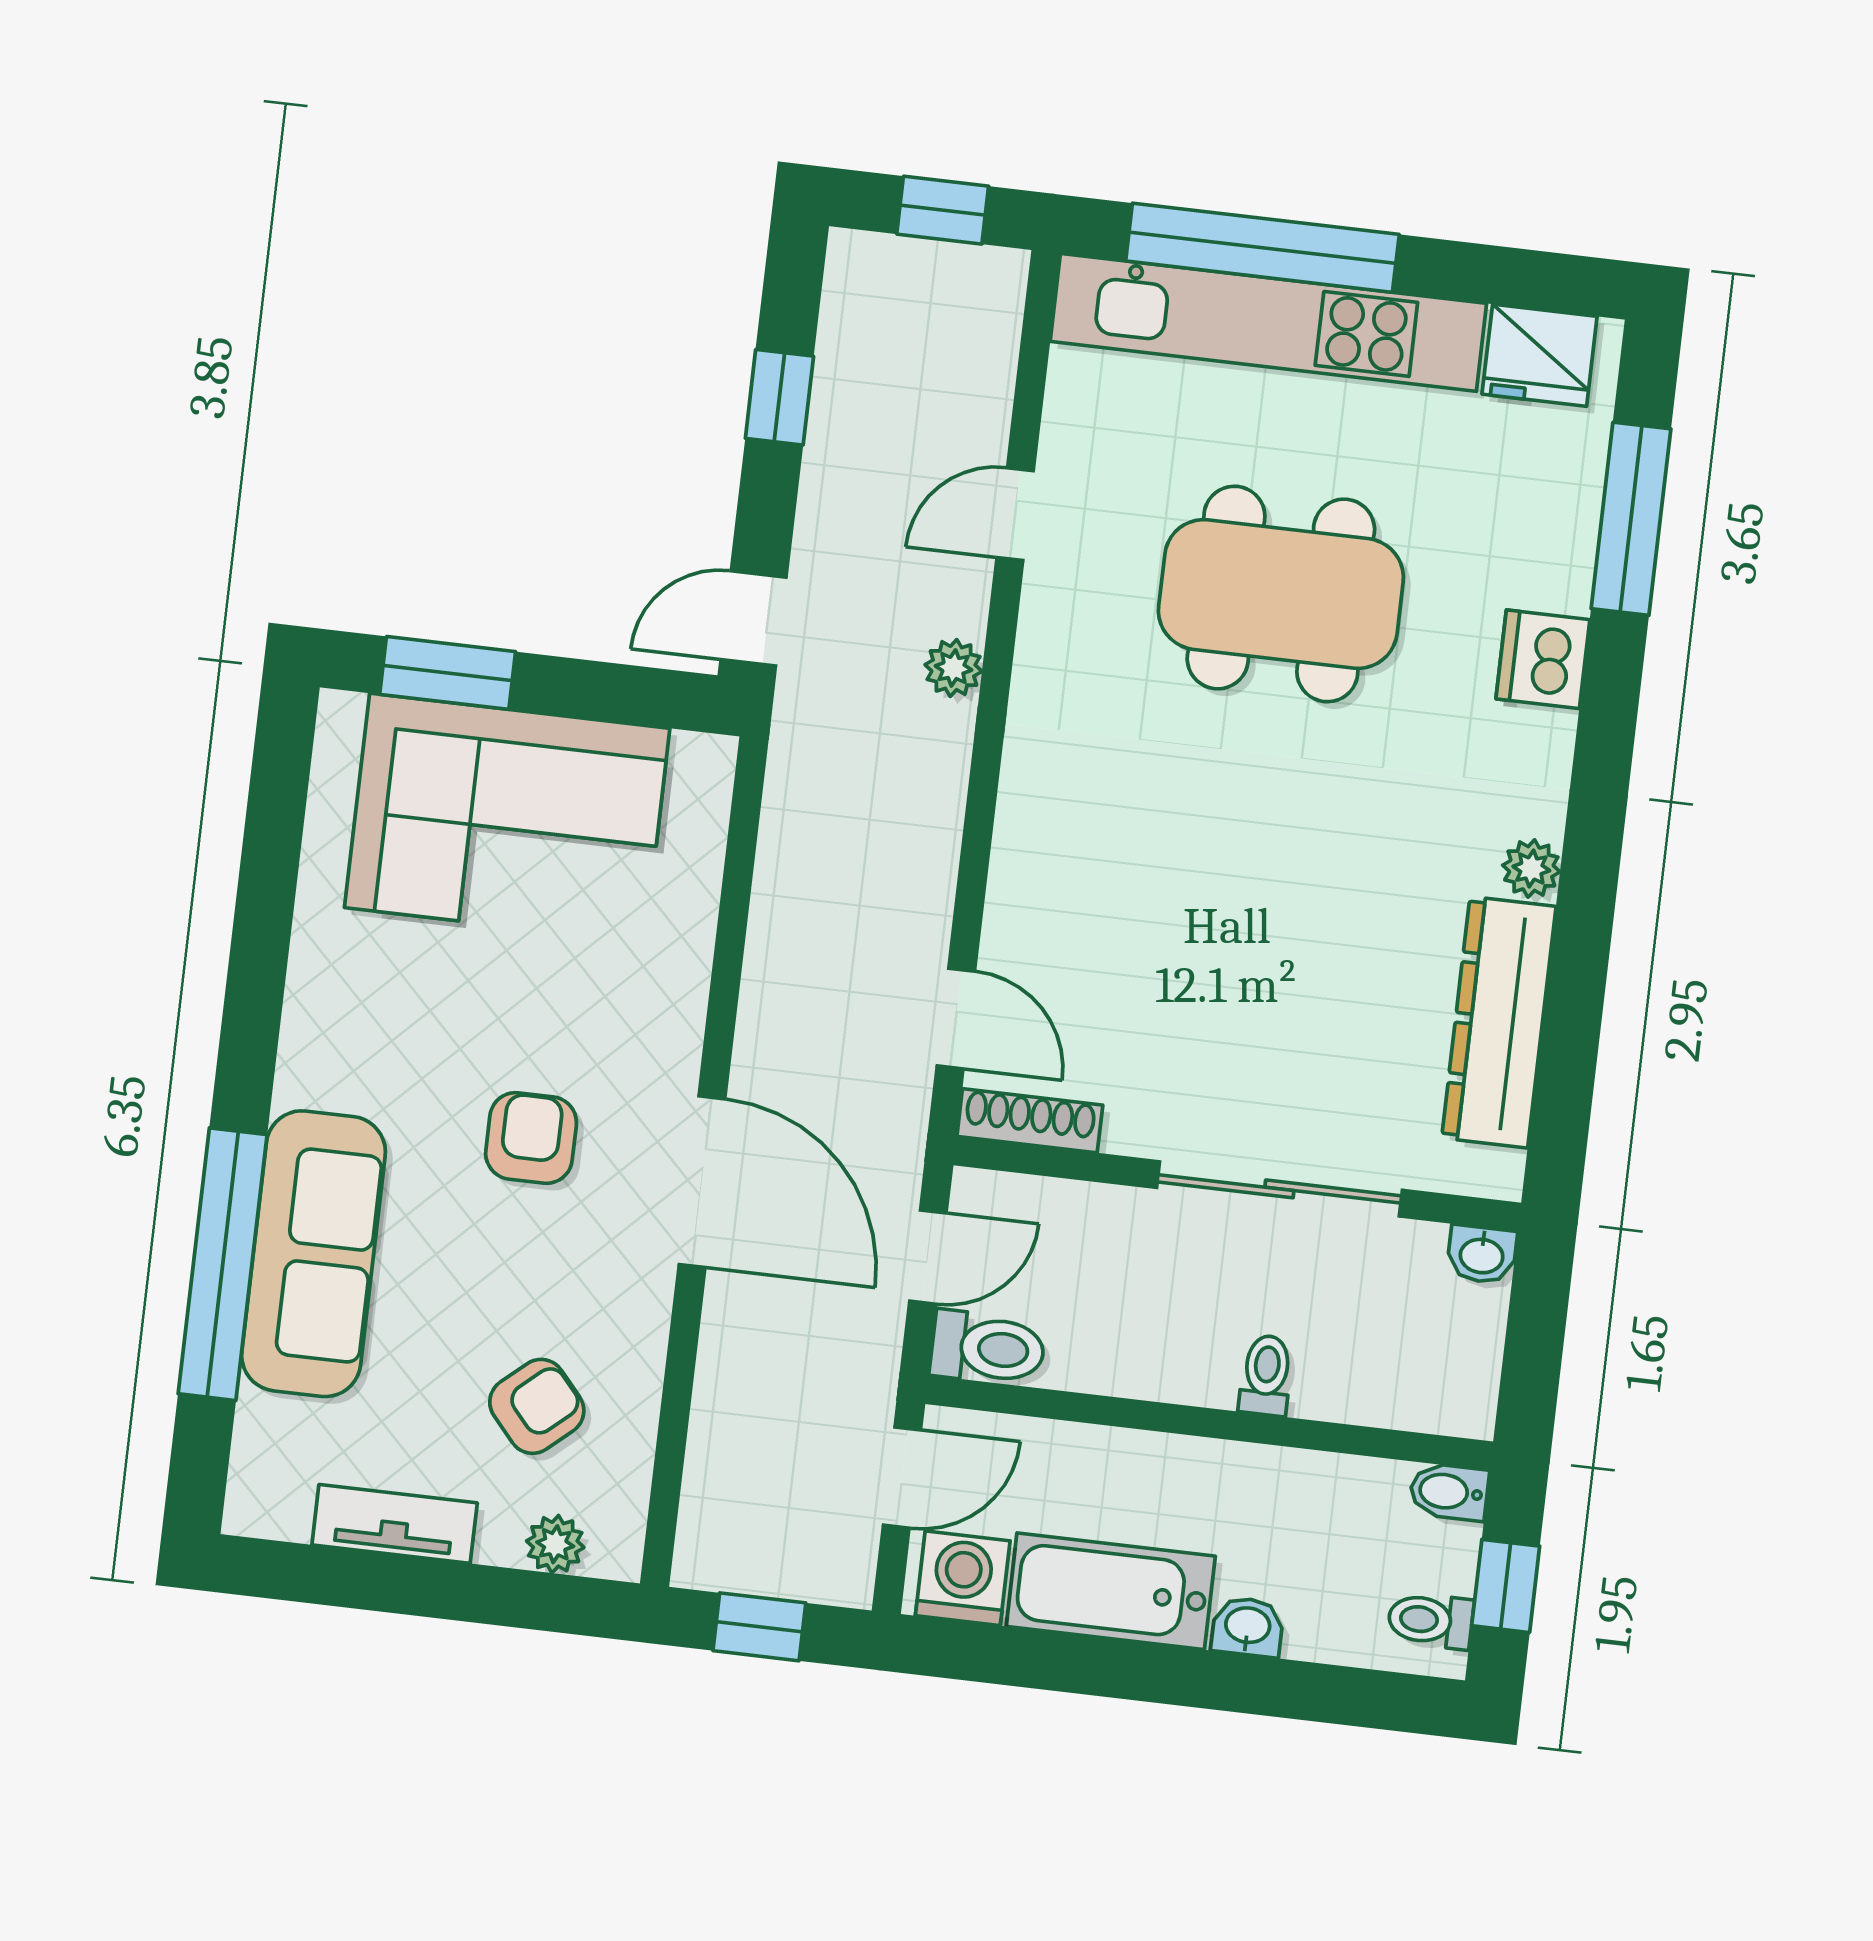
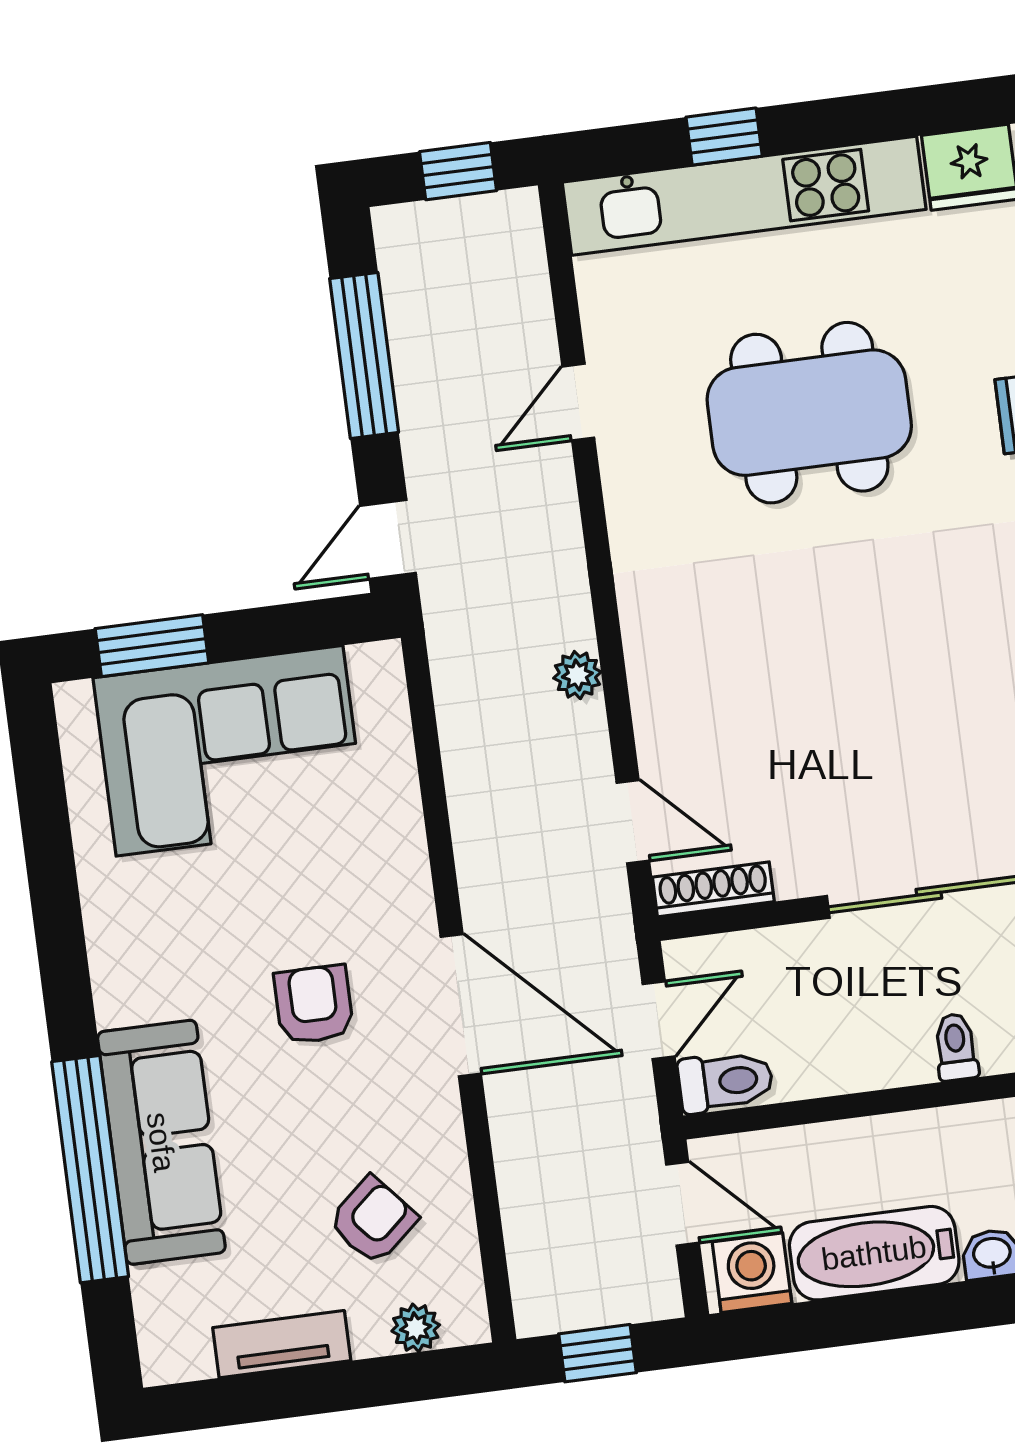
window: (1262, 248) -> (724, 137), width x0.32
window: (779, 397) -> (364, 355), width x2.17
plant: (953, 668) -> (577, 675), moved
door: (902, 1478) -> (682, 1204), hinge flipped

